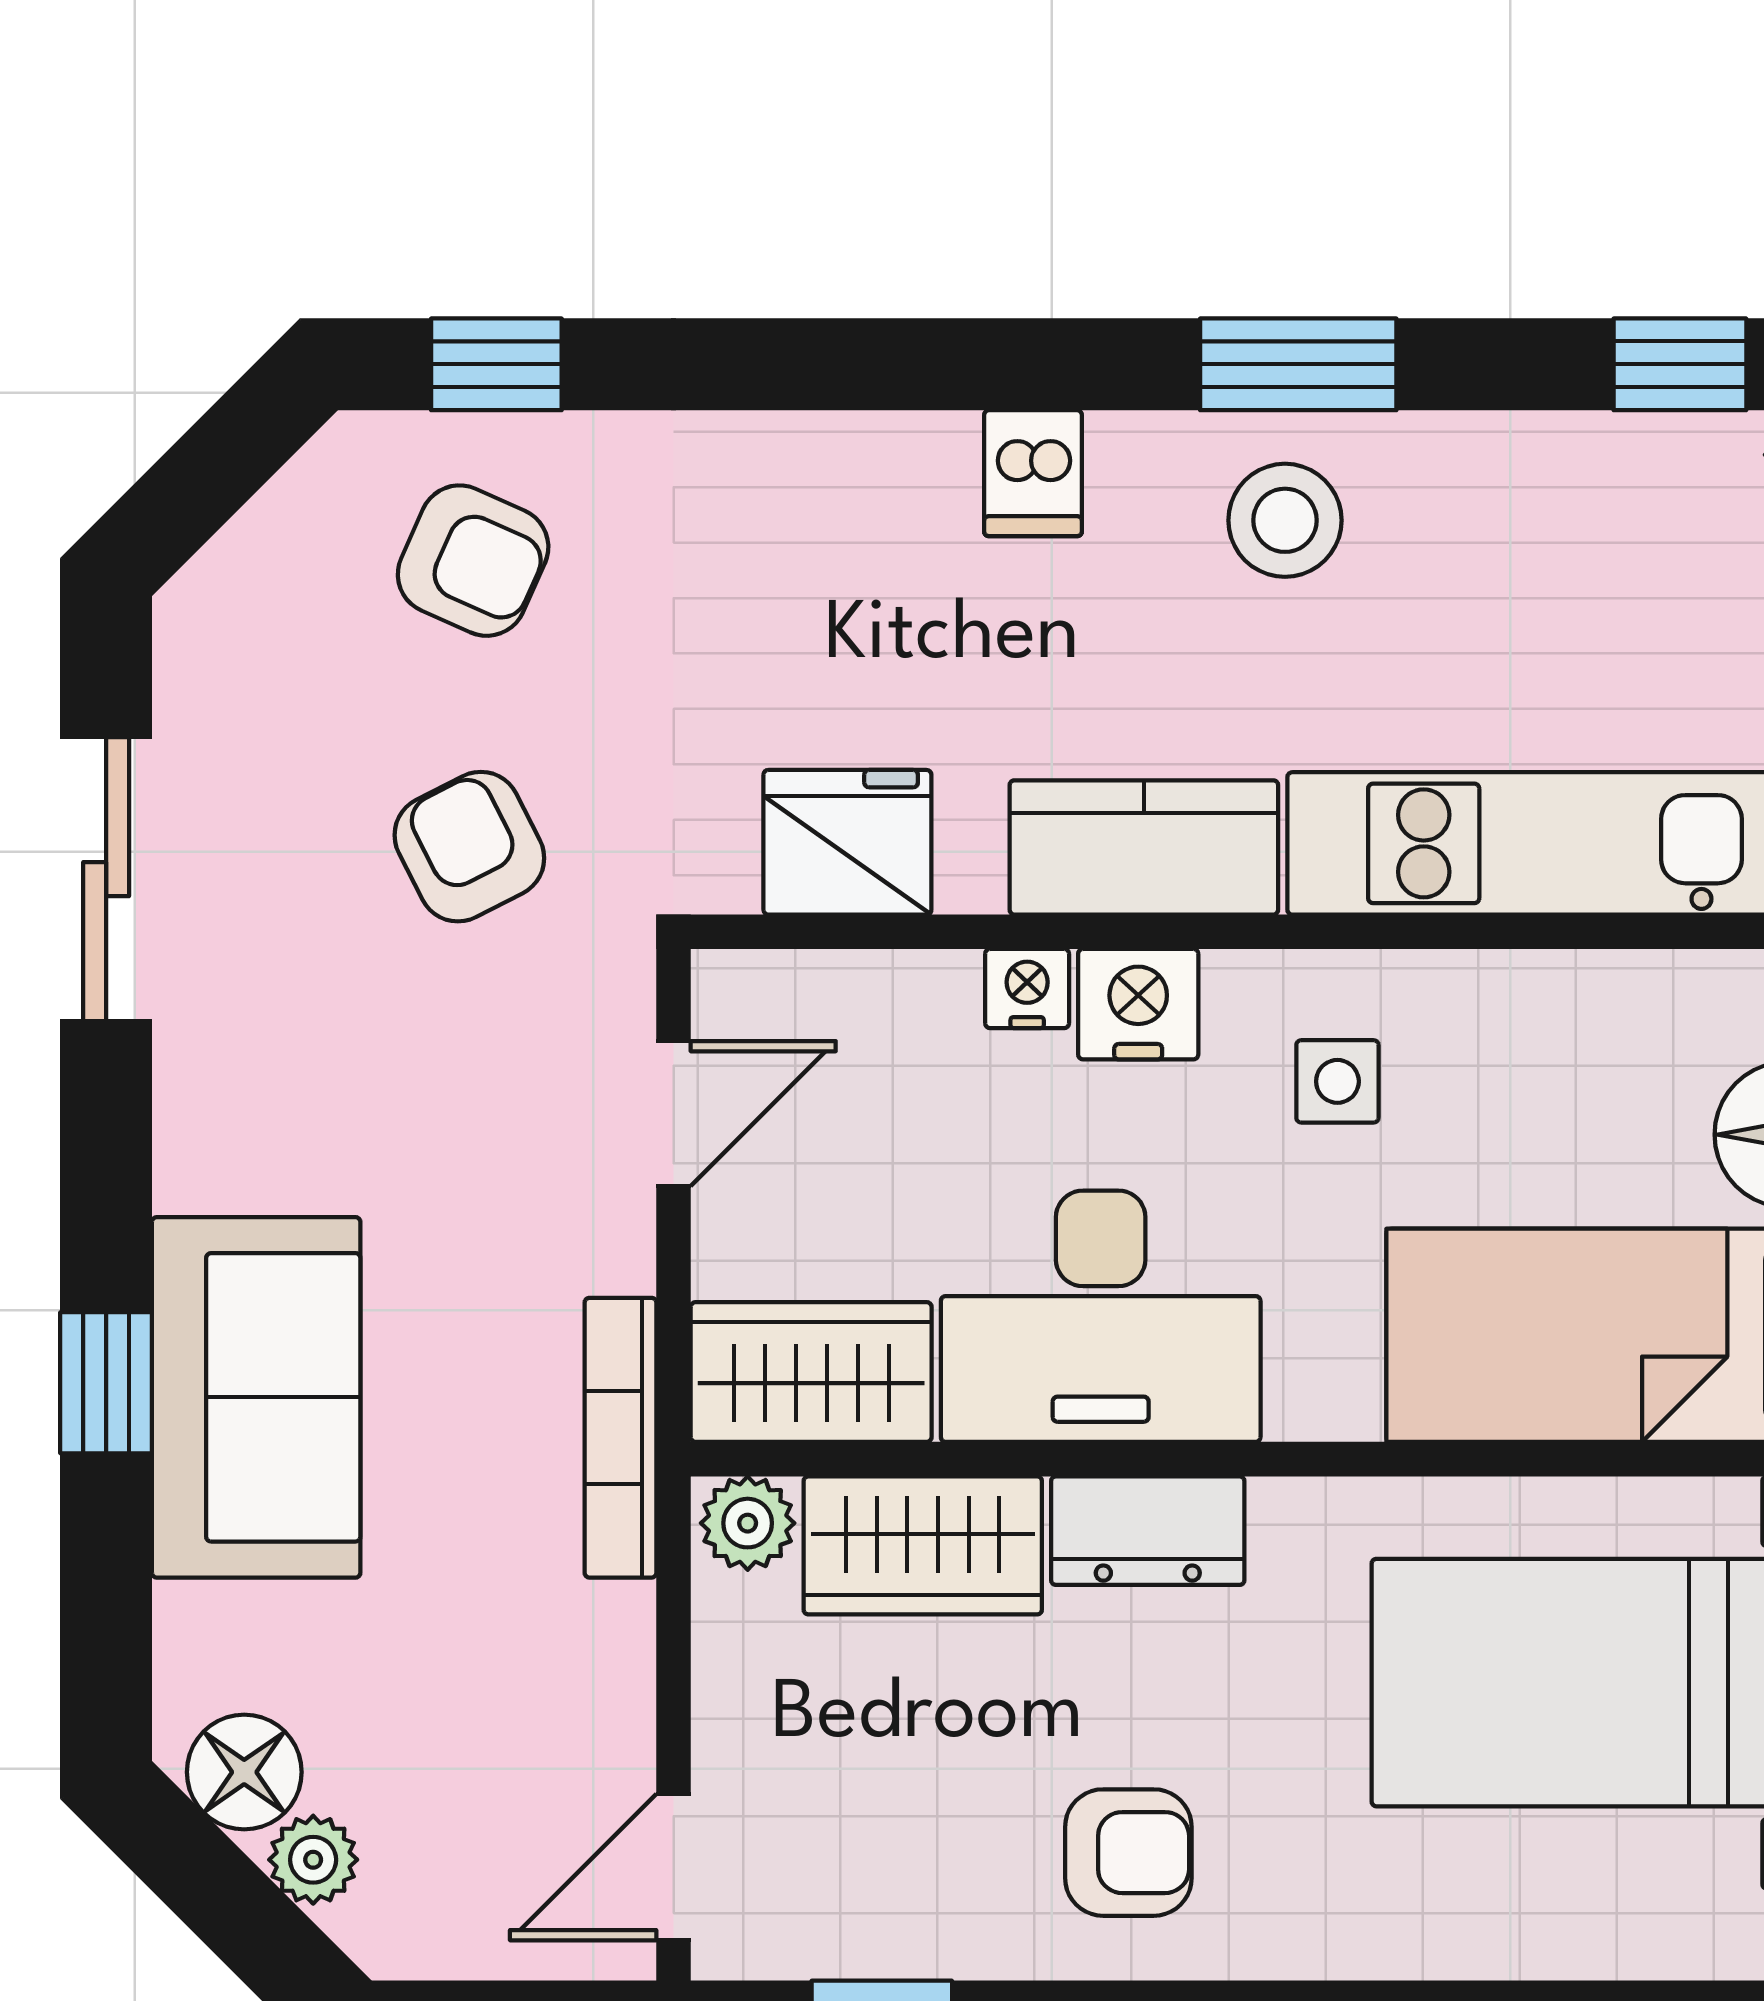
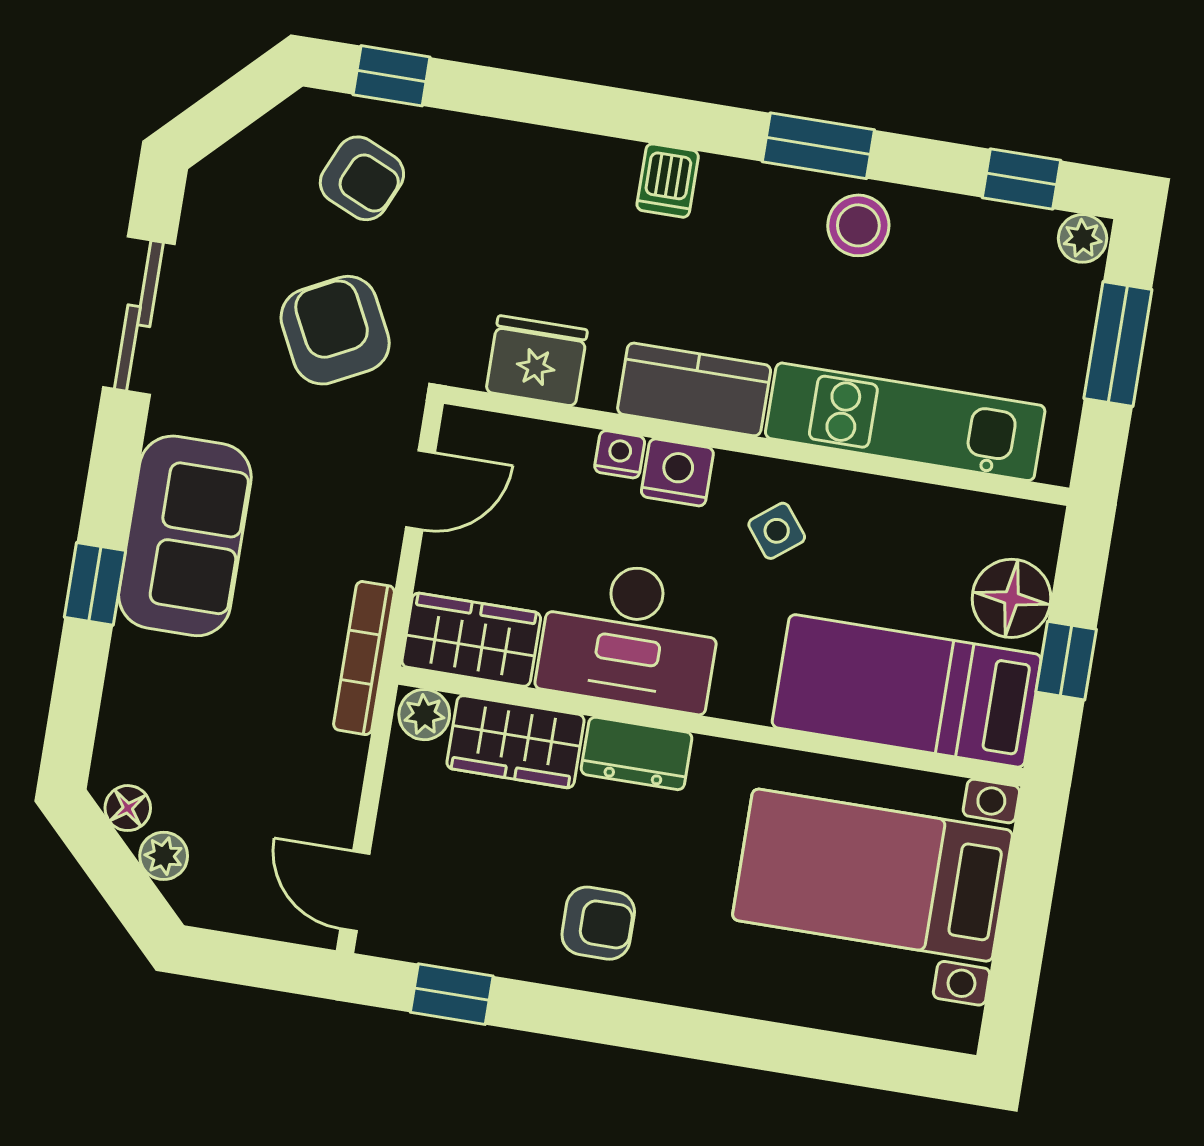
stool: (1285, 520) -> (858, 225), moved
armchair: (469, 847) -> (335, 330), width x1.38, depth x1.38
side table: (1337, 1081) -> (777, 531), turned -38
sofa: (256, 1397) -> (185, 536), moved
floor lamp: (244, 1772) -> (128, 808), width x0.73, depth x0.73
door: (674, 1867) -> (355, 891), hinge flipped

